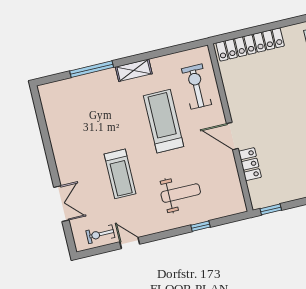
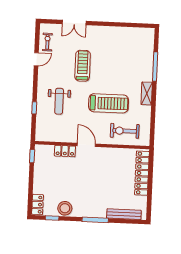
exercise bike: (196, 87) -> (125, 131), turned 180
door: (232, 136) -> (86, 145), hinge flipped
treadmill: (120, 174) -> (83, 66), turned 90

